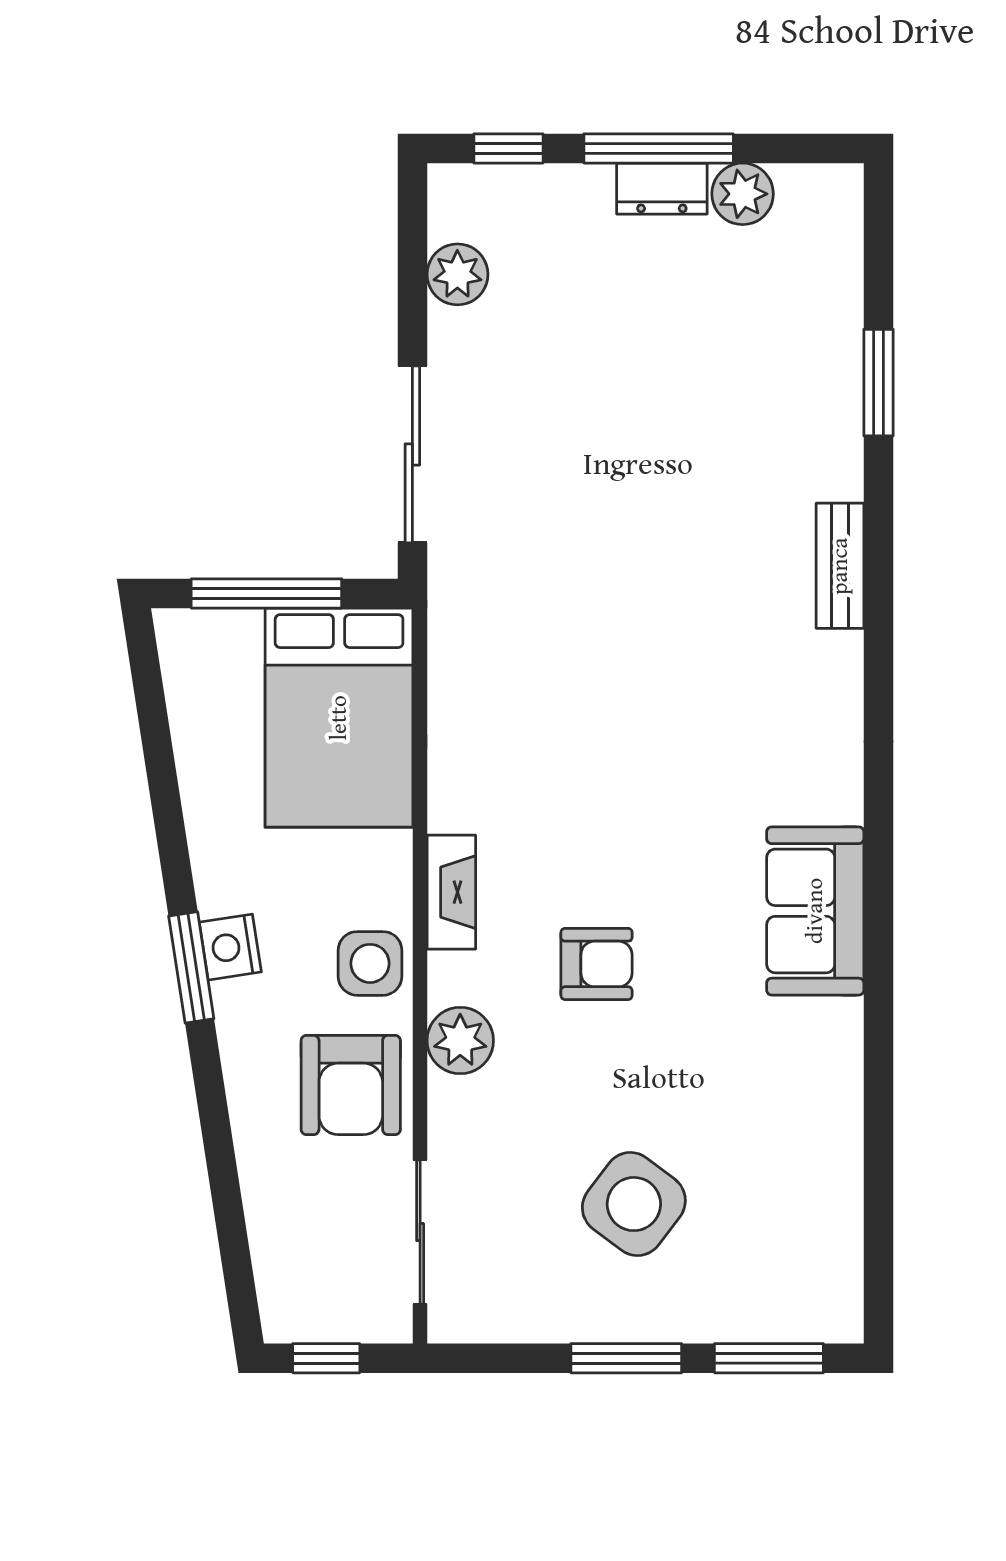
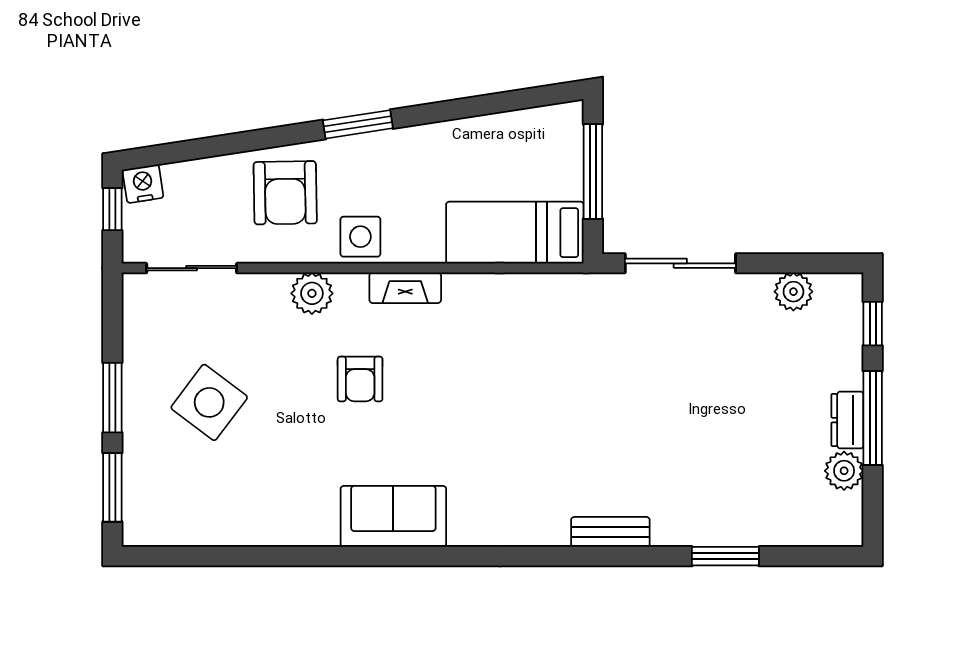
bed: (339, 718) -> (515, 233), width x0.67
nightstand: (230, 947) -> (143, 184), moved
armchair: (351, 1085) -> (285, 193), moved, turned -91

